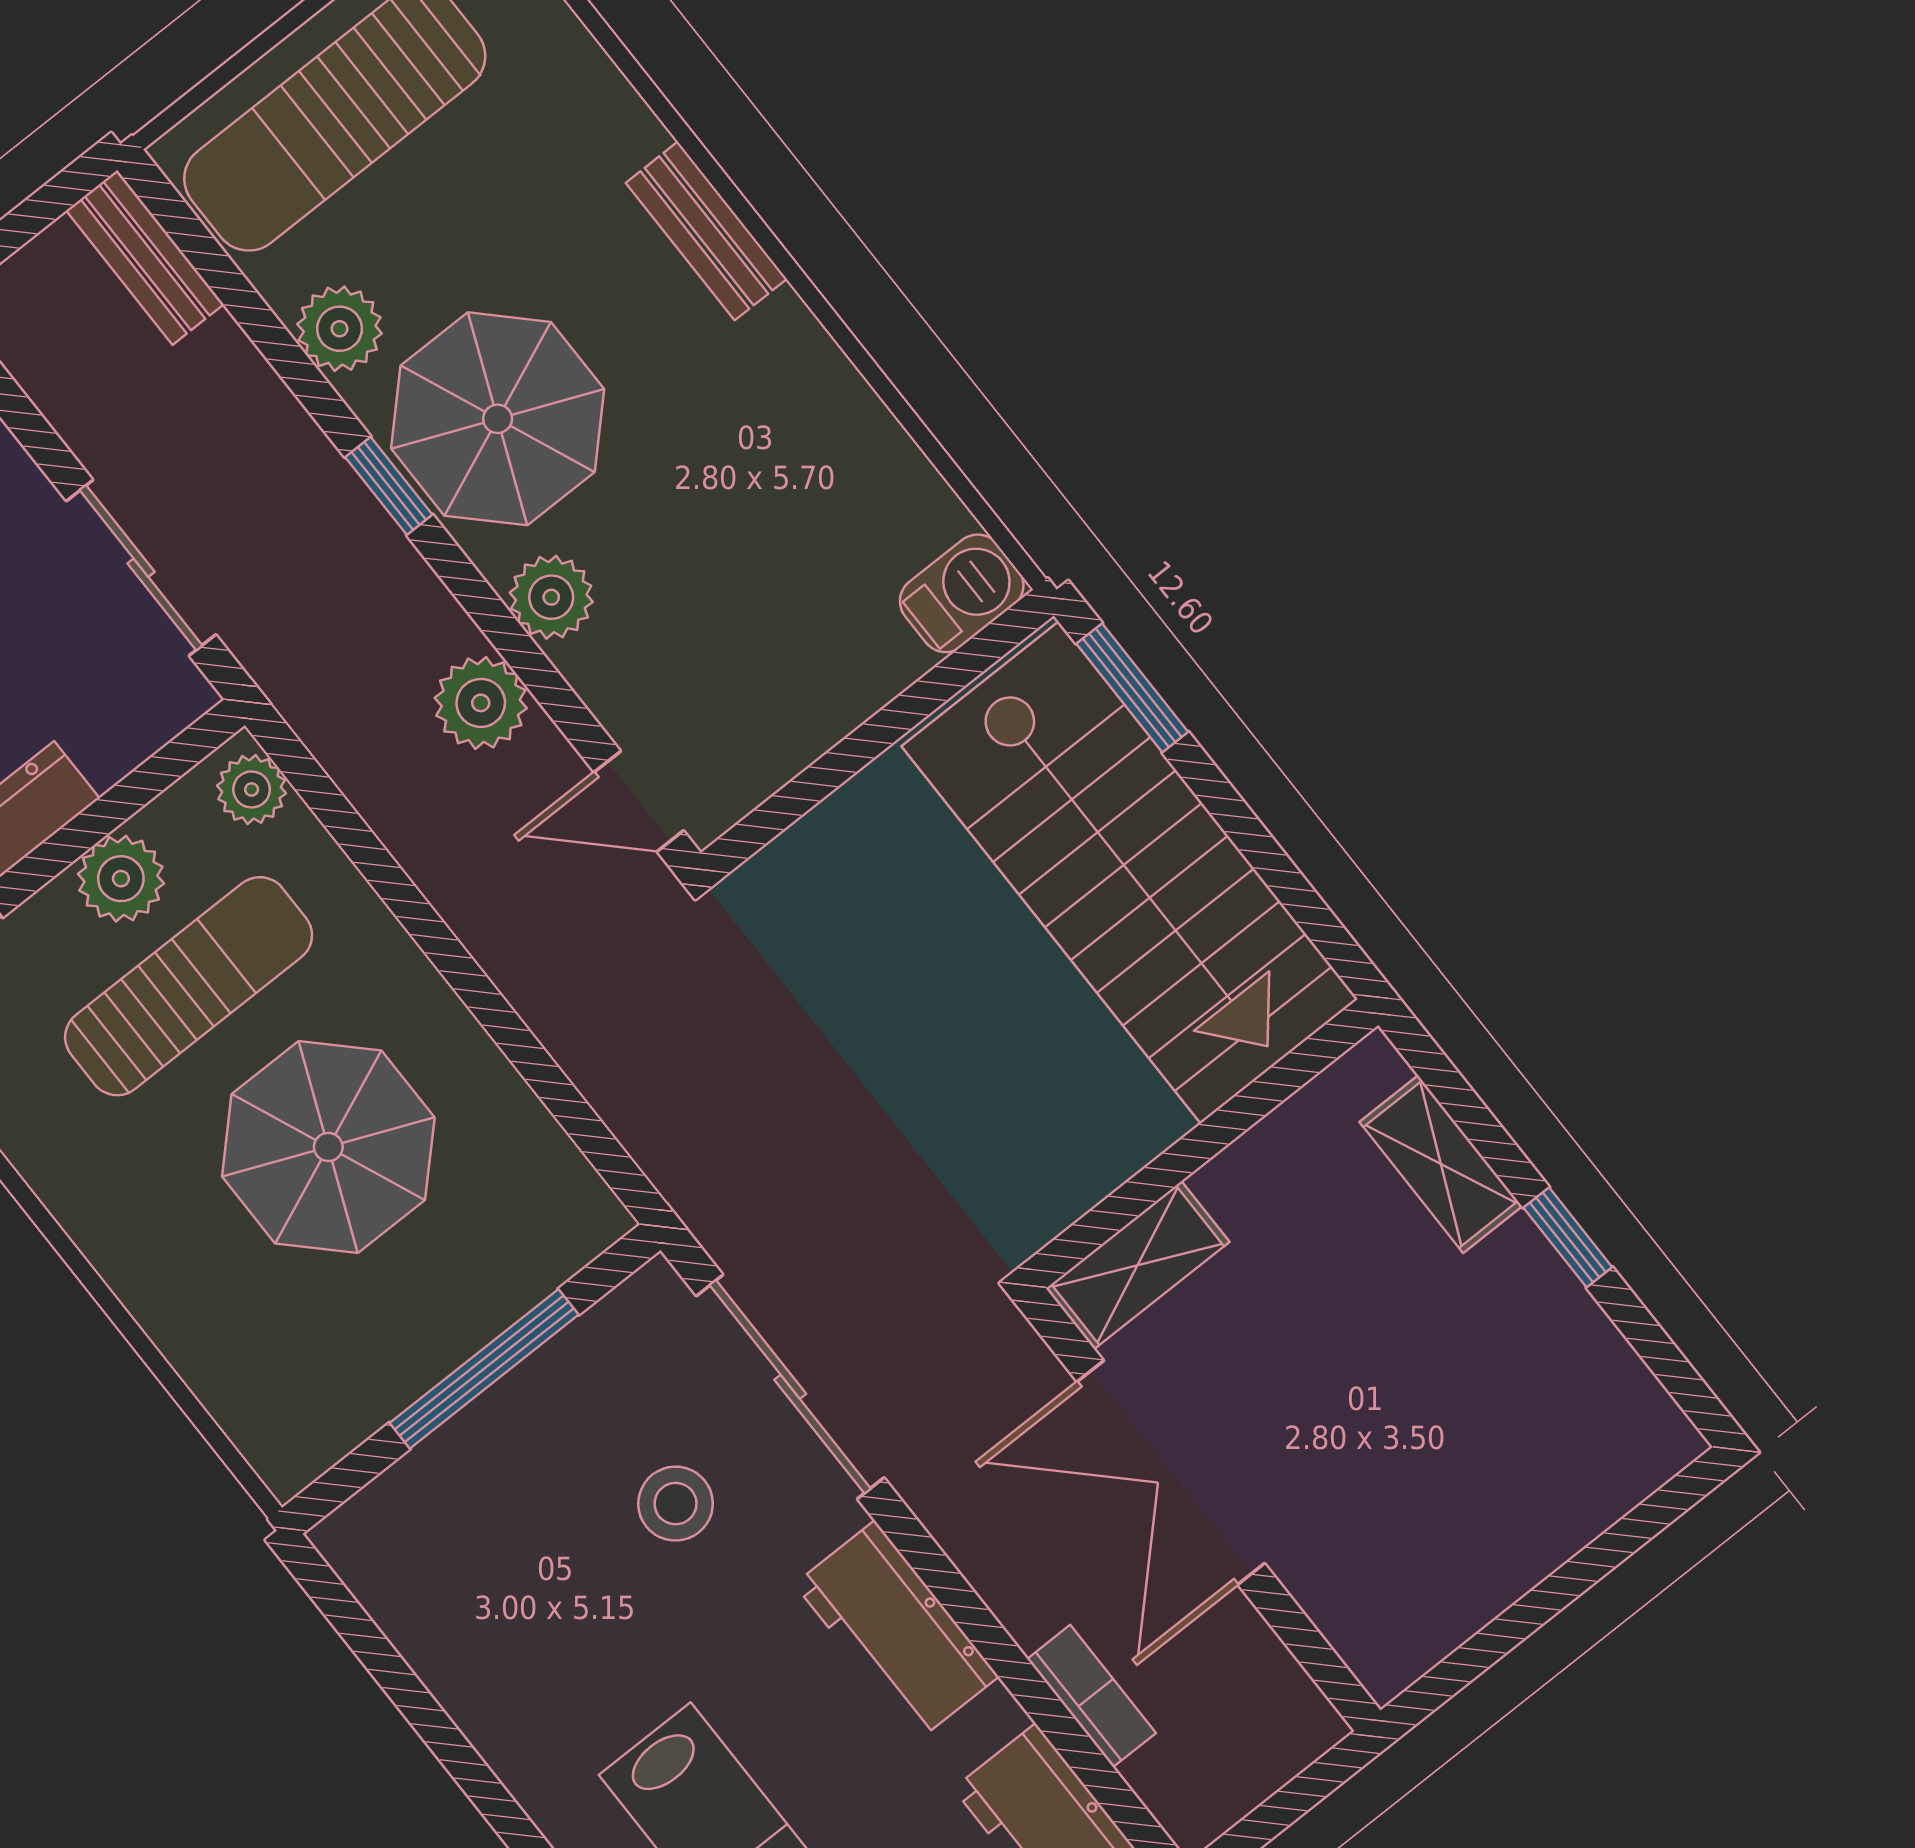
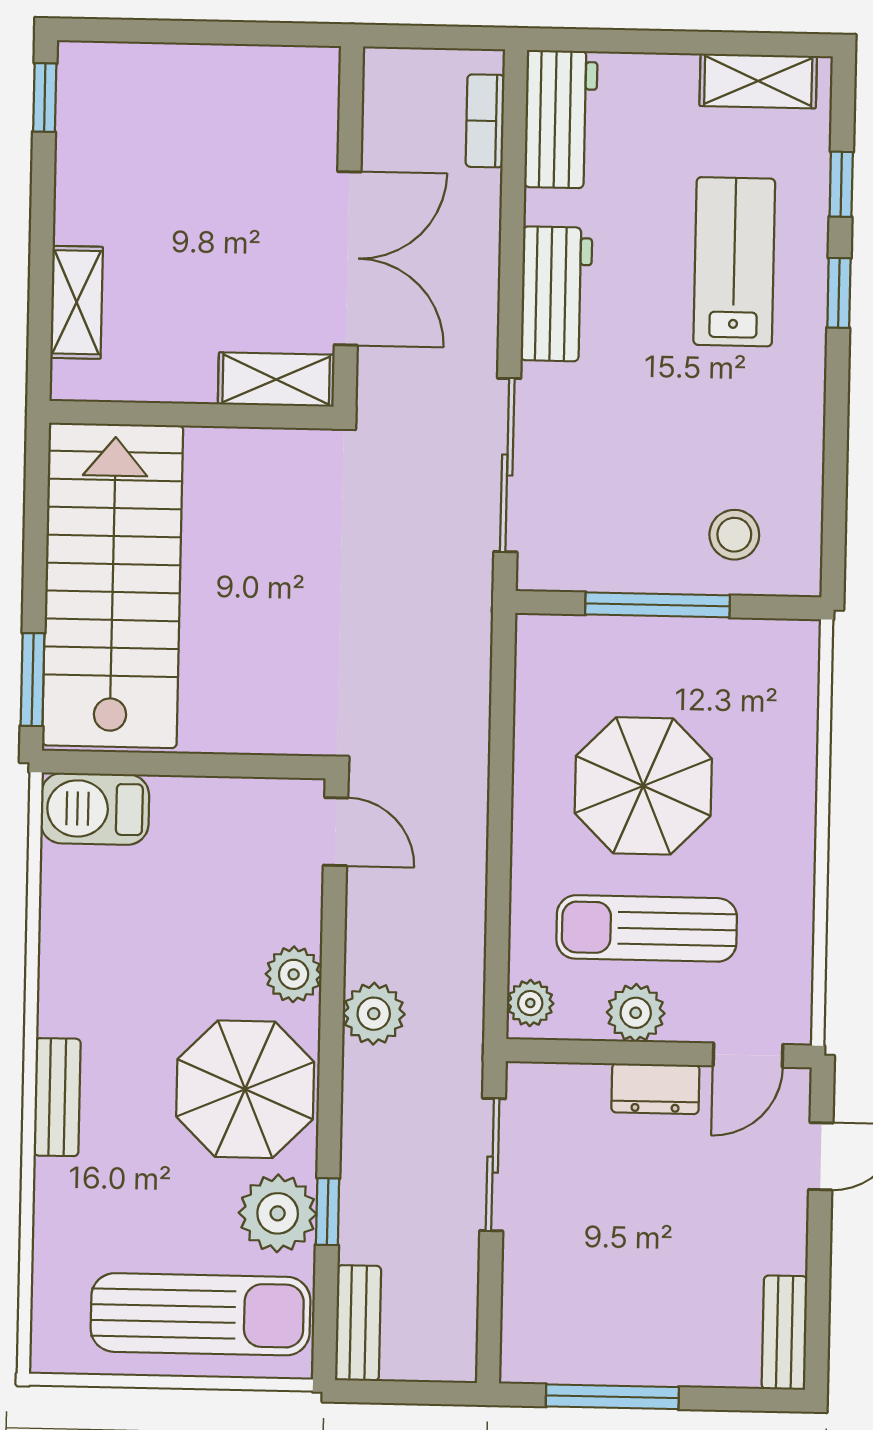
plant: (340, 329) -> (278, 1213), width x1.36, depth x1.36
window: (389, 486) -> (328, 1212), moved
barbecue: (962, 593) -> (95, 809), width x1.38, depth x1.27
plant: (481, 703) -> (374, 1014), moved
window: (1568, 1237) -> (45, 97), moved
stool: (676, 1504) -> (734, 535), moved
bookcase: (1091, 1696) -> (485, 121), moved

